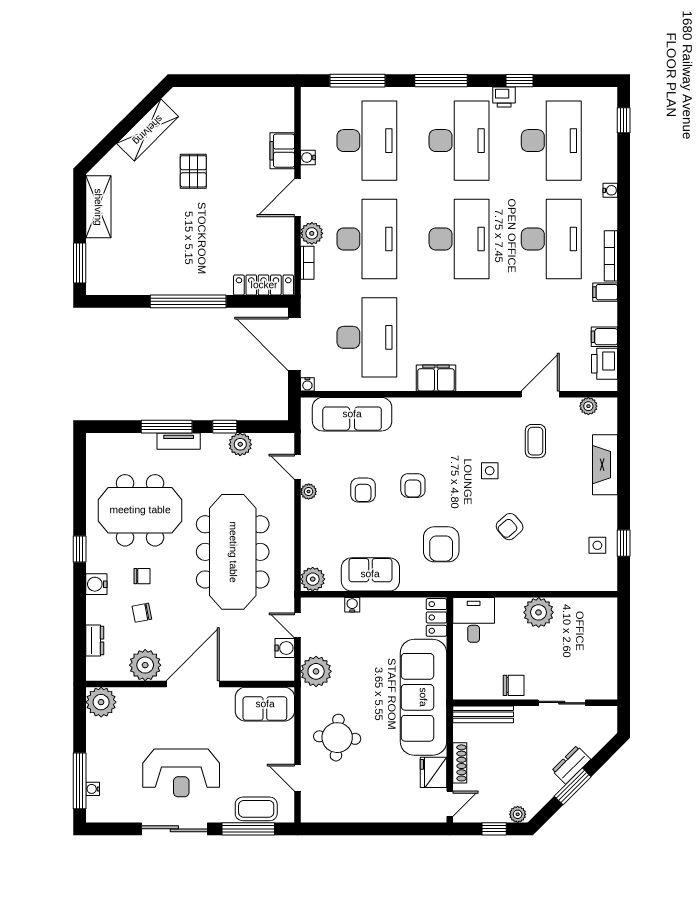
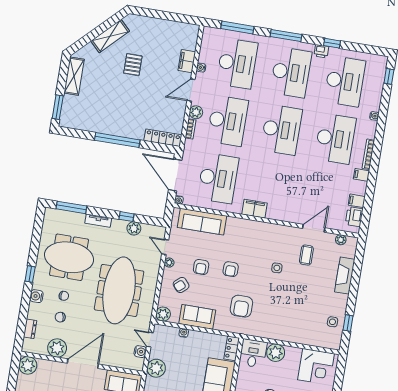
window: (167, 427) -> (71, 207), moved
armchair: (510, 527) -> (181, 285), moved
plant: (539, 612) -> (276, 353), moved
corner desk: (582, 625) -> (316, 367), added

